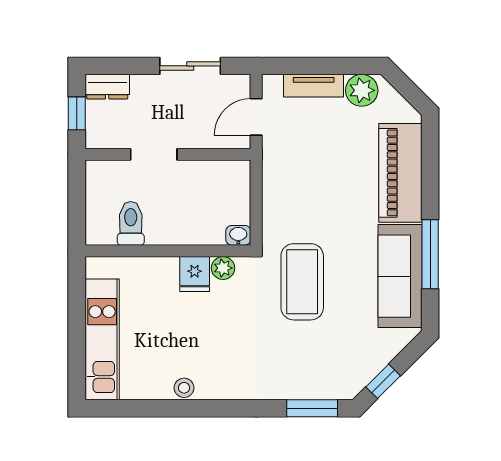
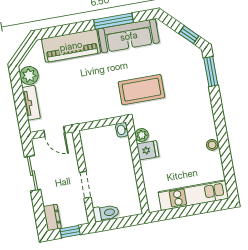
toilet: (131, 223) -> (106, 213), moved, turned 180

